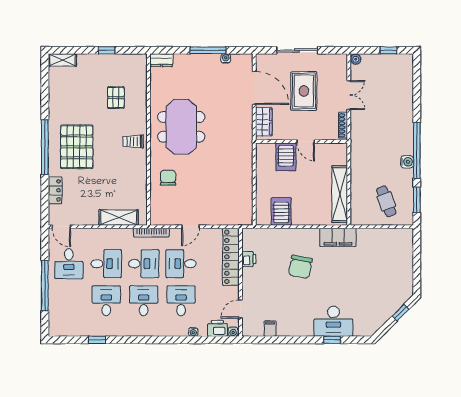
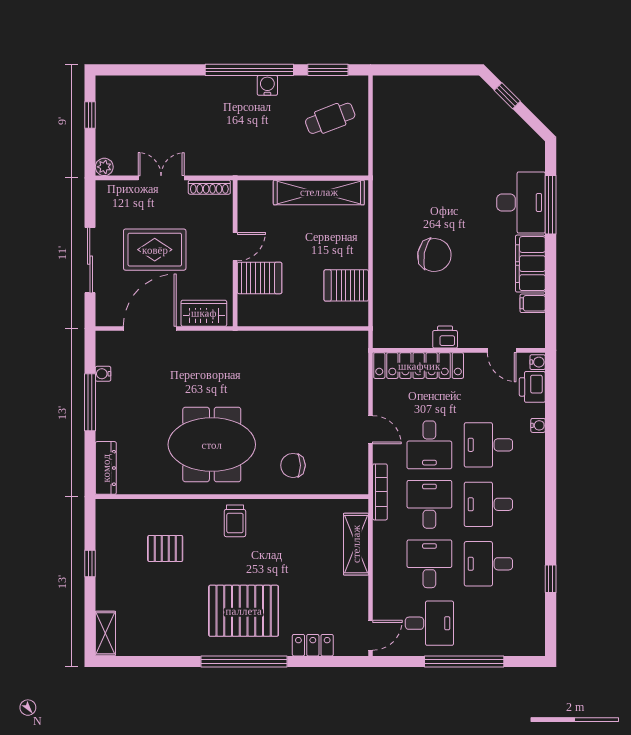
dresser: (161, 60) -> (106, 468), width x1.44
filing cabinet: (338, 237) -> (530, 264), moved, turned 180
printer: (249, 259) -> (445, 337), moved
window: (332, 340) -> (551, 205), width x2.17

